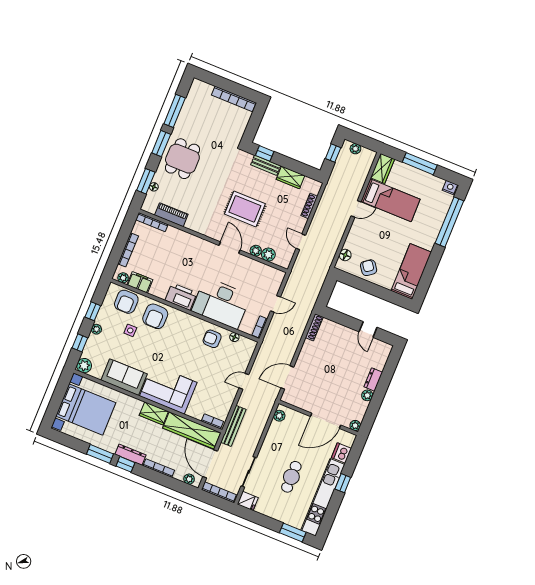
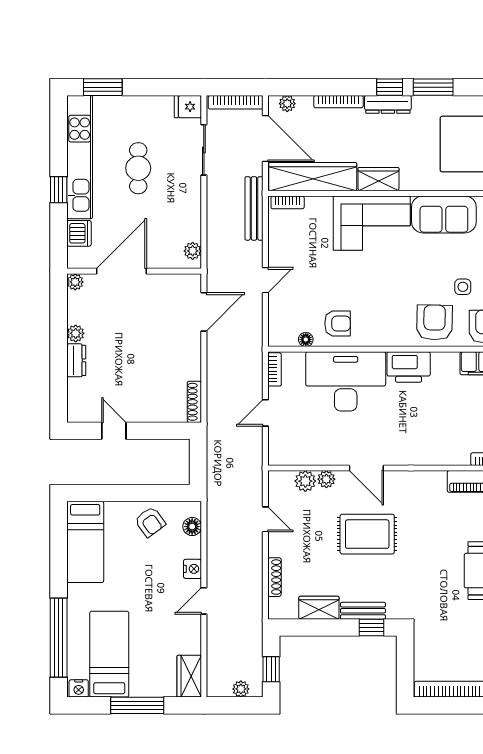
bed: (391, 200) -> (109, 654), moved, turned 90
nightstand: (355, 230) -> (192, 569), added

